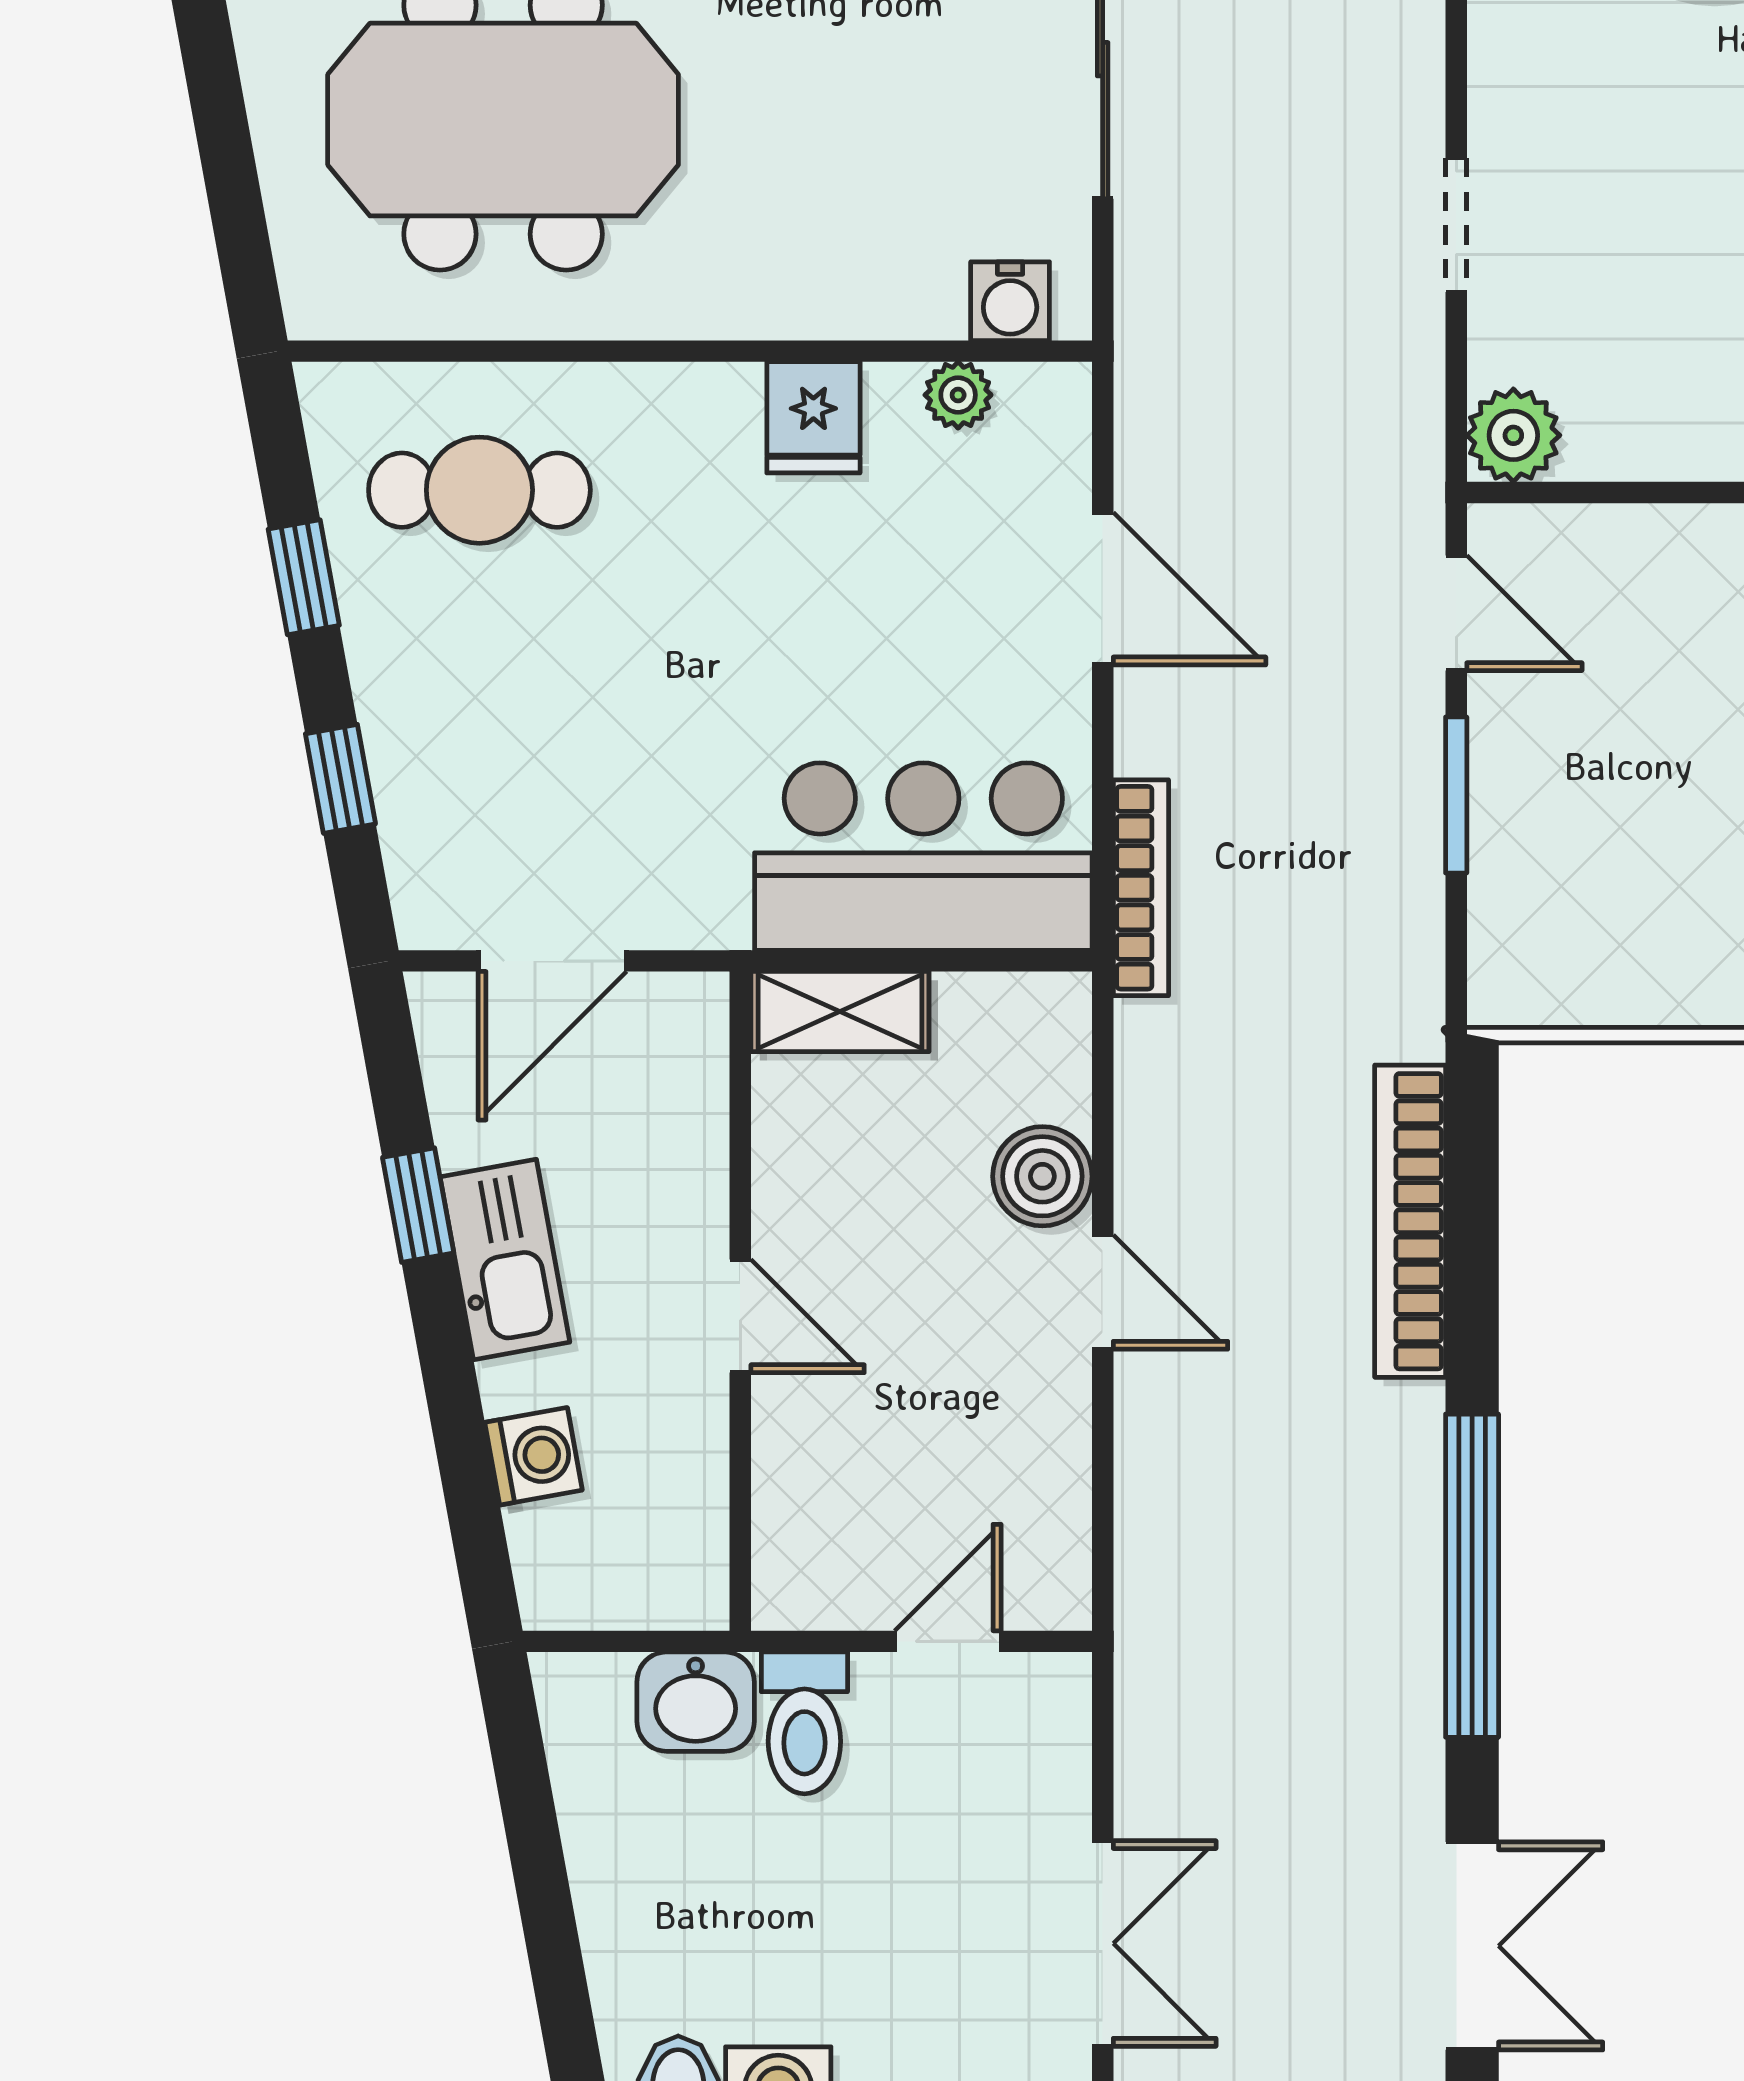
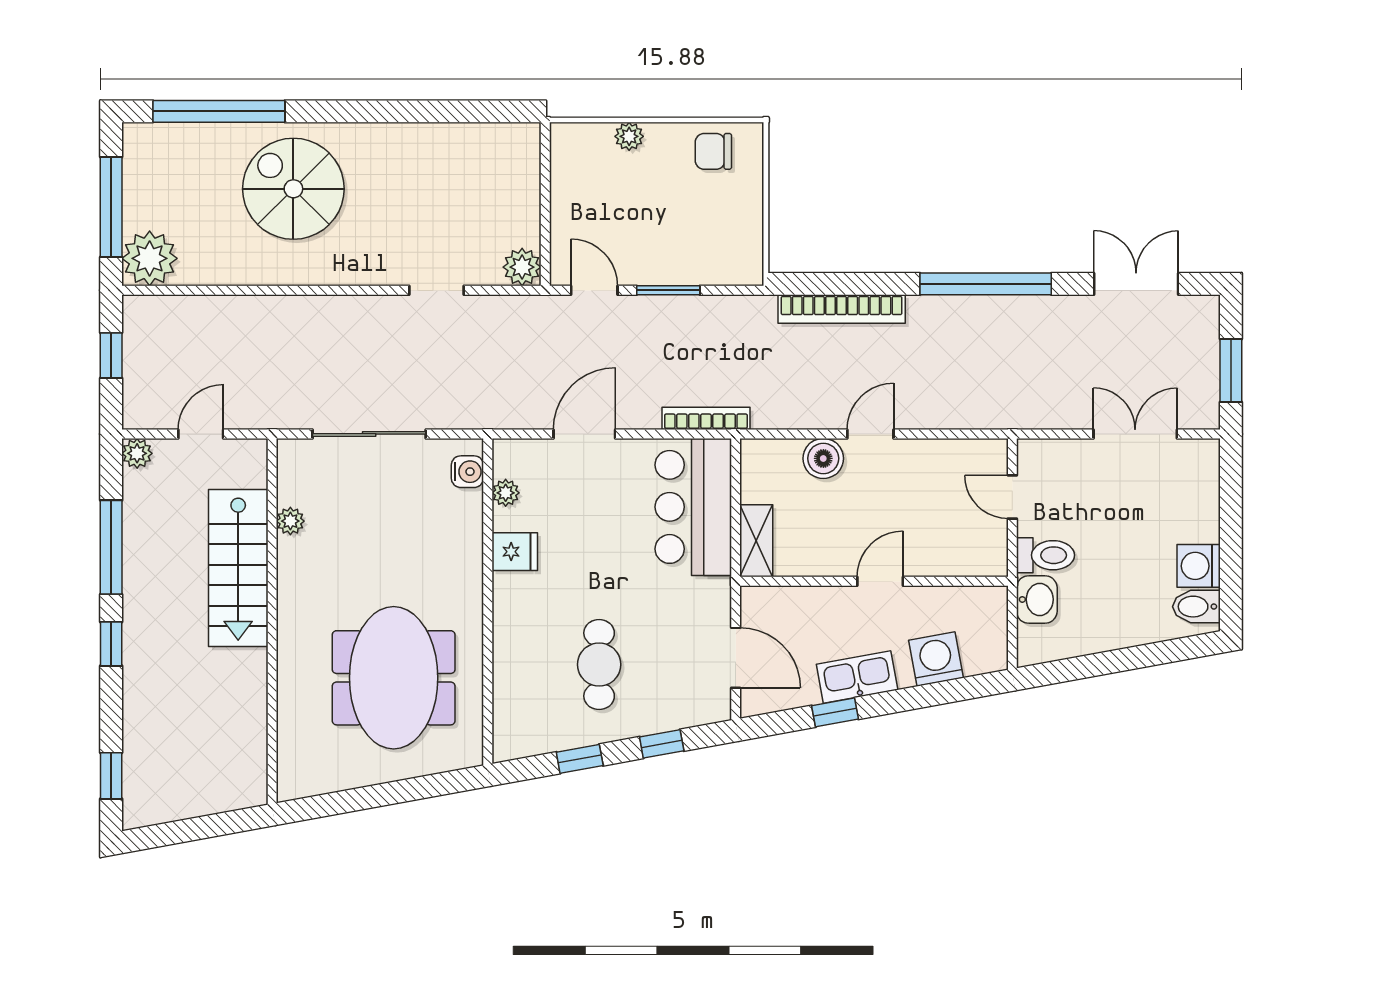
cafe table: (479, 490) -> (599, 665), moved
door: (1456, 613) -> (594, 290), hinge flipped
washing machine: (534, 1456) -> (936, 659), width x1.38, depth x1.38

